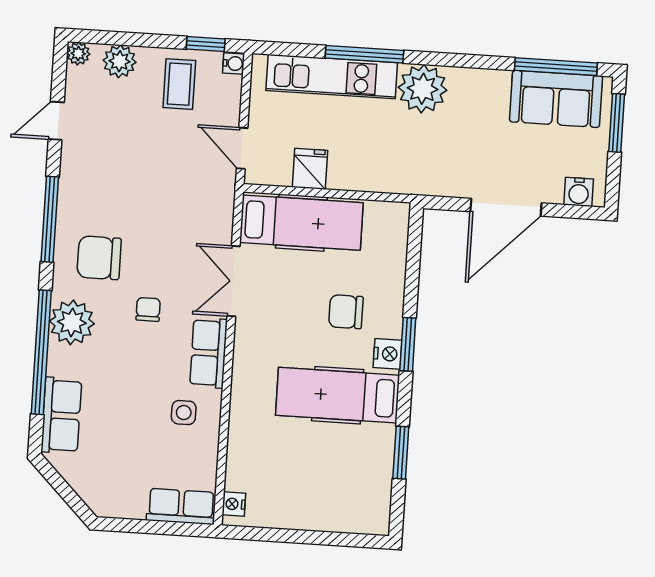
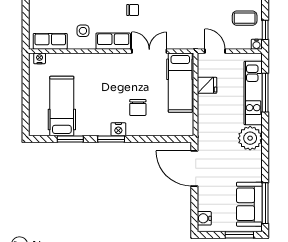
window: (364, 54) -> (265, 93), moved
door: (242, 148) -> (215, 51), hinge flipped
door: (506, 207) -> (194, 168), moved
chair: (346, 312) -> (138, 107), turned 180
window: (408, 344) -> (111, 139), moved
hospital bed: (338, 395) -> (62, 106), moved
row of seats: (181, 506) -> (50, 41), moved, turned -90

